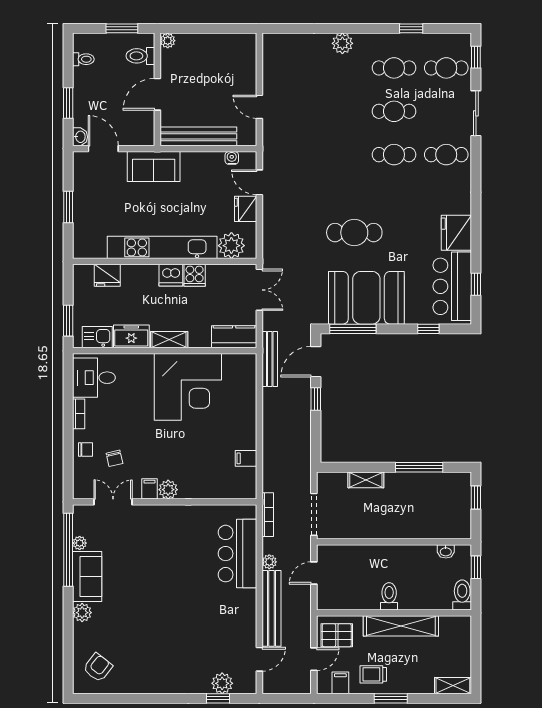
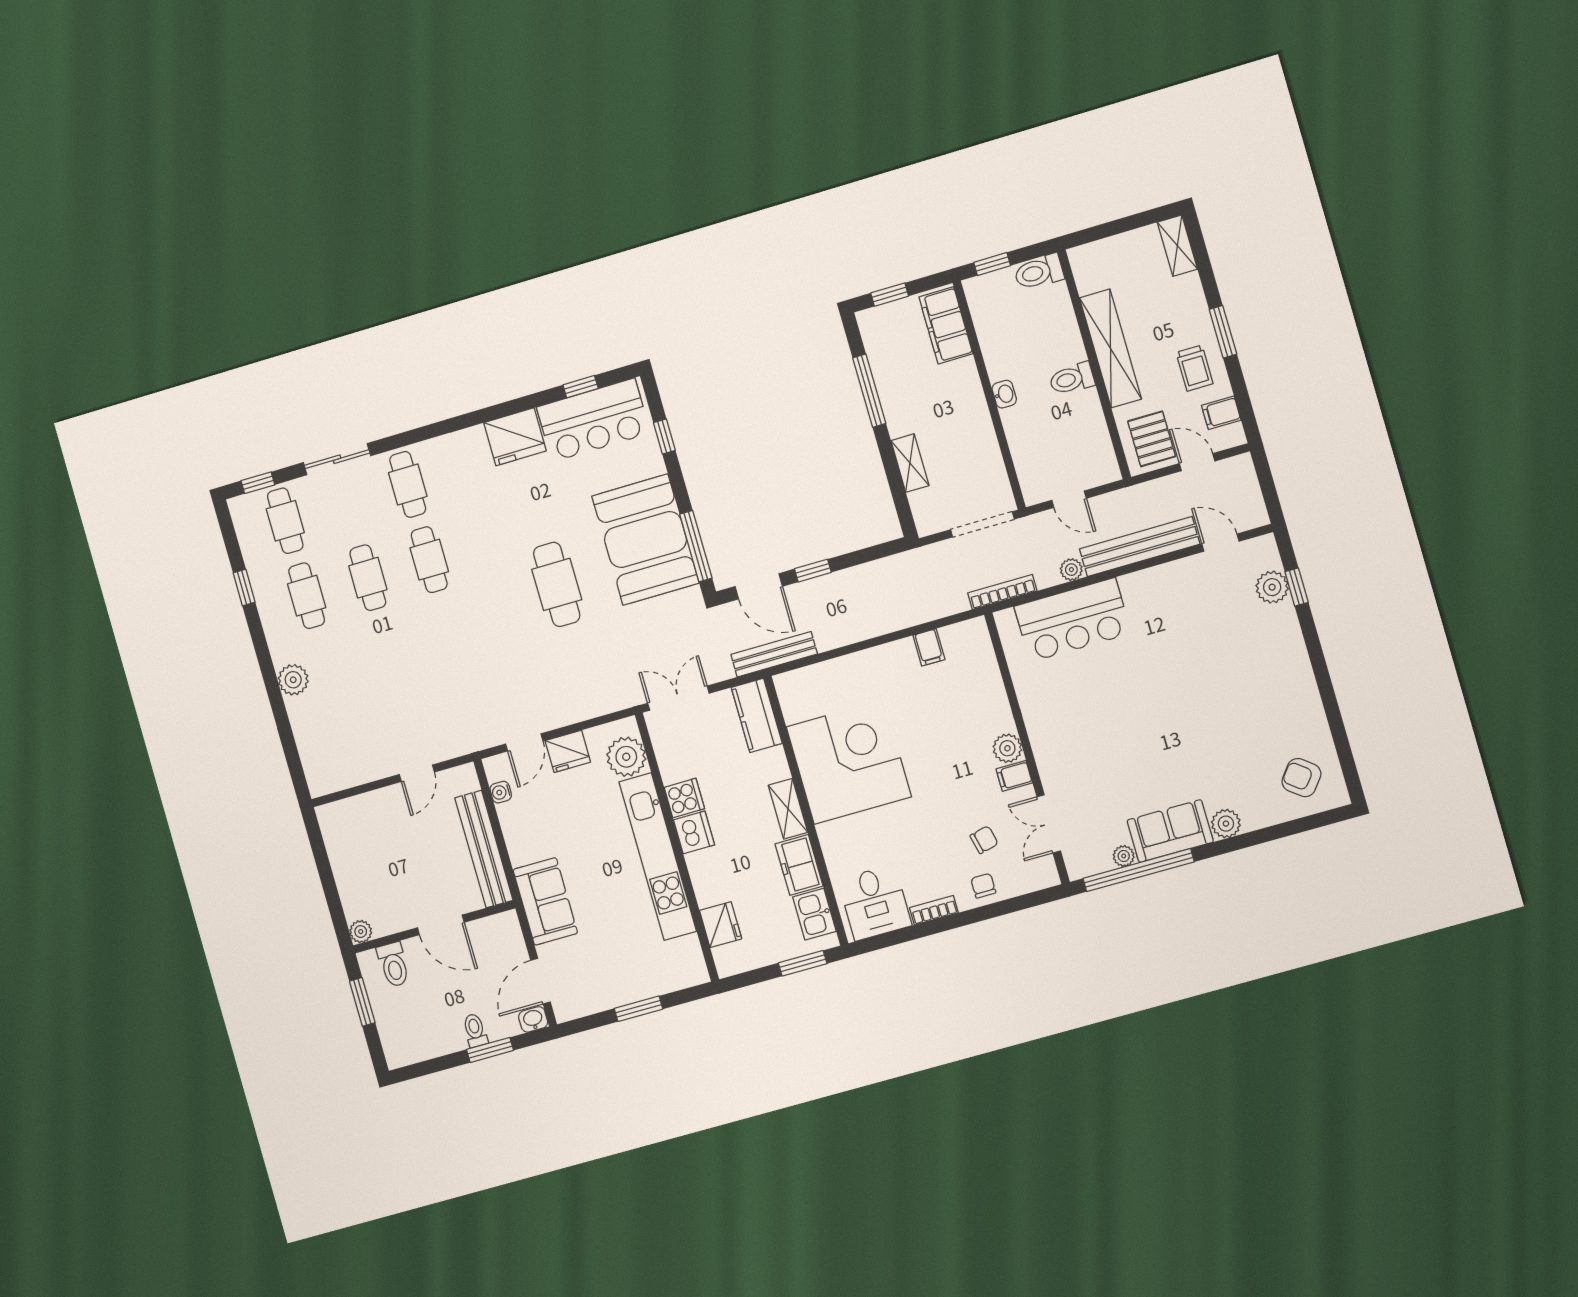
toilet: (83, 59) -> (475, 1030), moved
filing cabinet: (446, 527) -> (946, 325), added
washbasin: (446, 551) -> (1004, 394), moved

